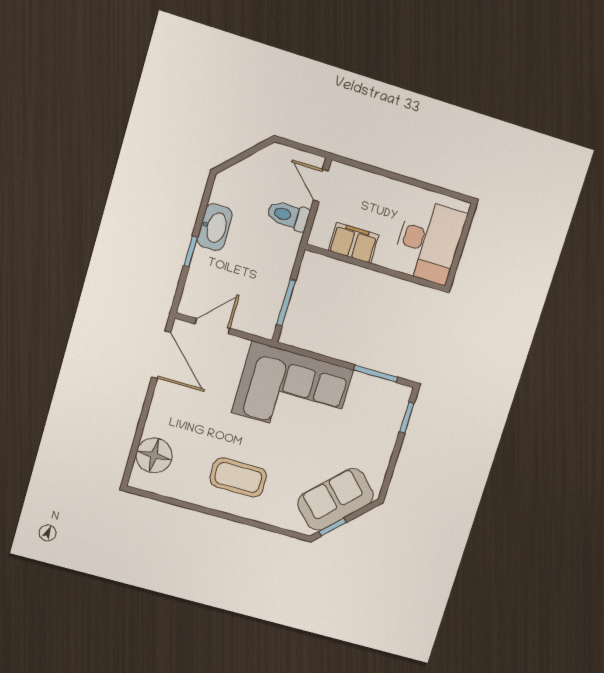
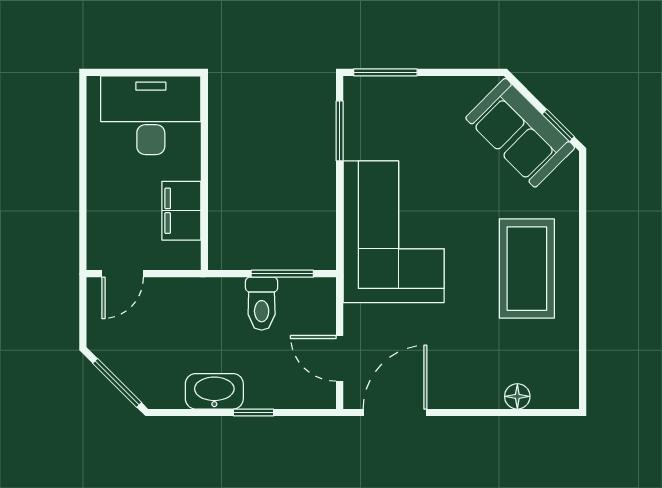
window: (242, 156) -> (117, 383), added
toilet: (288, 215) -> (262, 304), moved
window: (407, 418) -> (385, 72), width x1.50
floor lamp: (154, 455) -> (517, 396), width x0.53, depth x0.53
coffee table: (238, 477) -> (527, 269), width x1.36, depth x1.32

